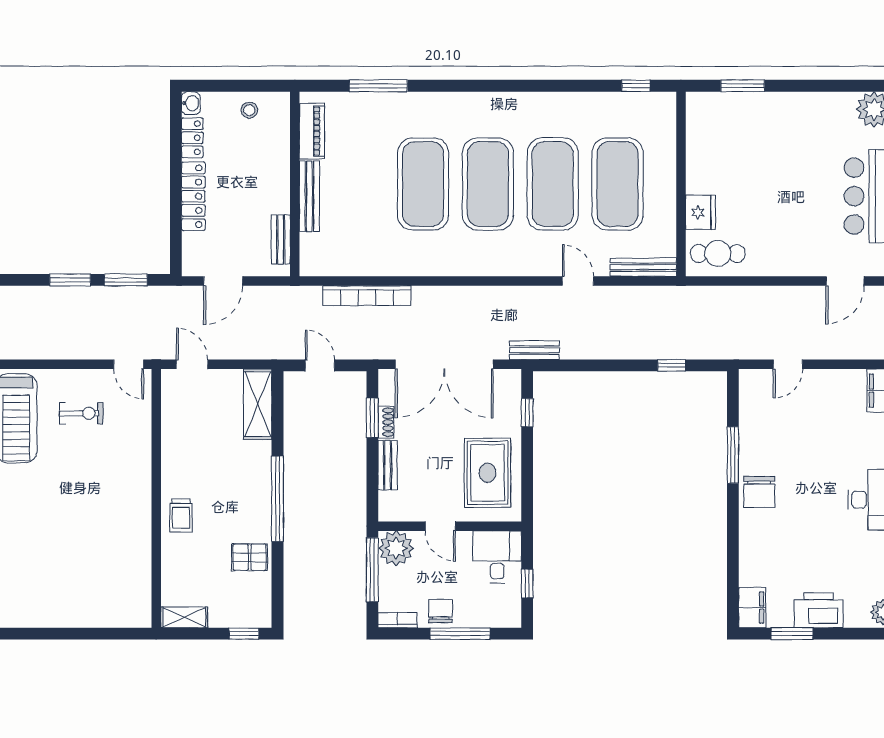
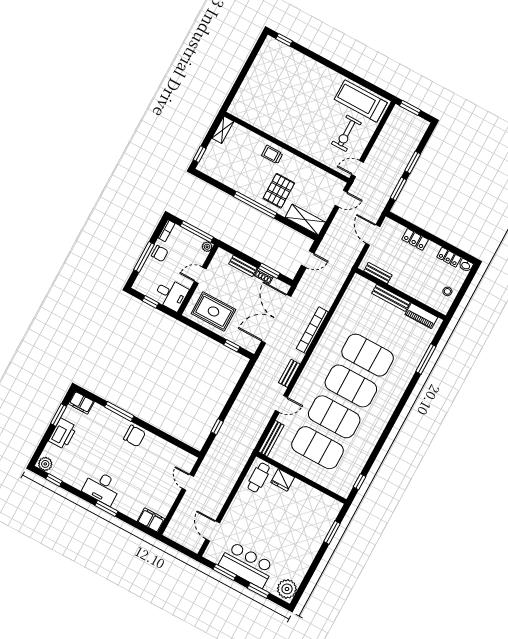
locker: (193, 196) -> (415, 239), width x0.66
bookcase: (367, 296) -> (312, 330), moved
bench: (534, 350) -> (289, 373), moved
exercise bike: (81, 413) -> (346, 133), width x1.38, depth x1.39
window: (733, 455) -> (119, 411), moved
chair: (759, 492) -> (134, 436), turned 180
plant: (396, 548) -> (207, 247), width x0.53, depth x0.53
pallet: (250, 557) -> (279, 191), moved, width x1.50, depth x1.42

